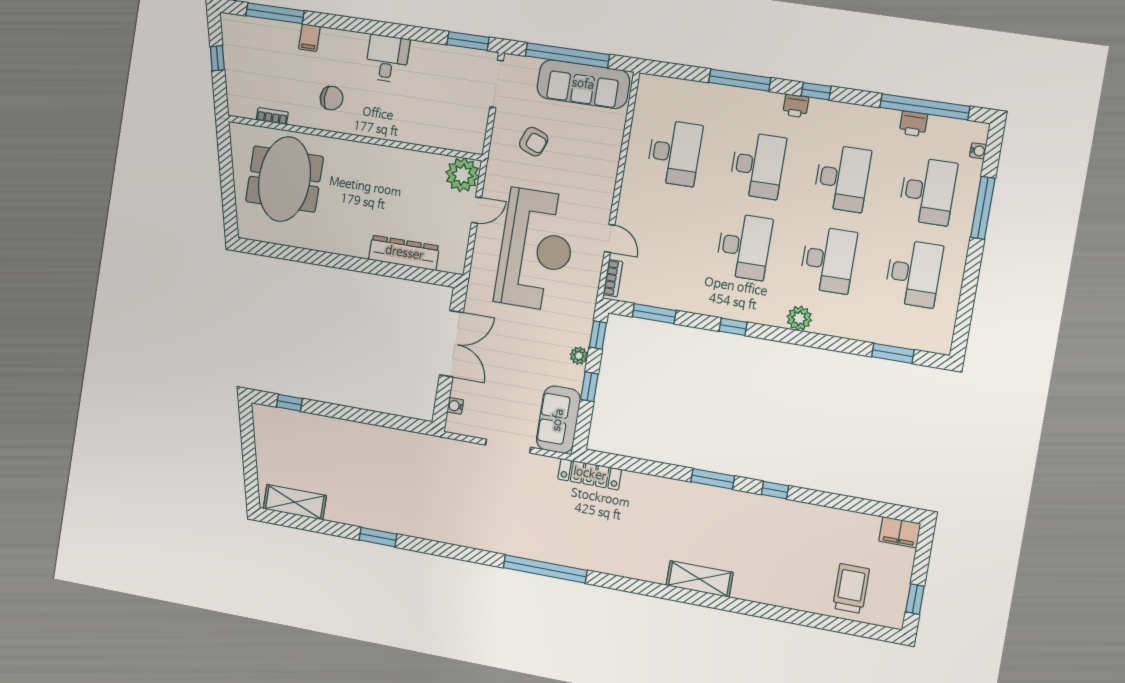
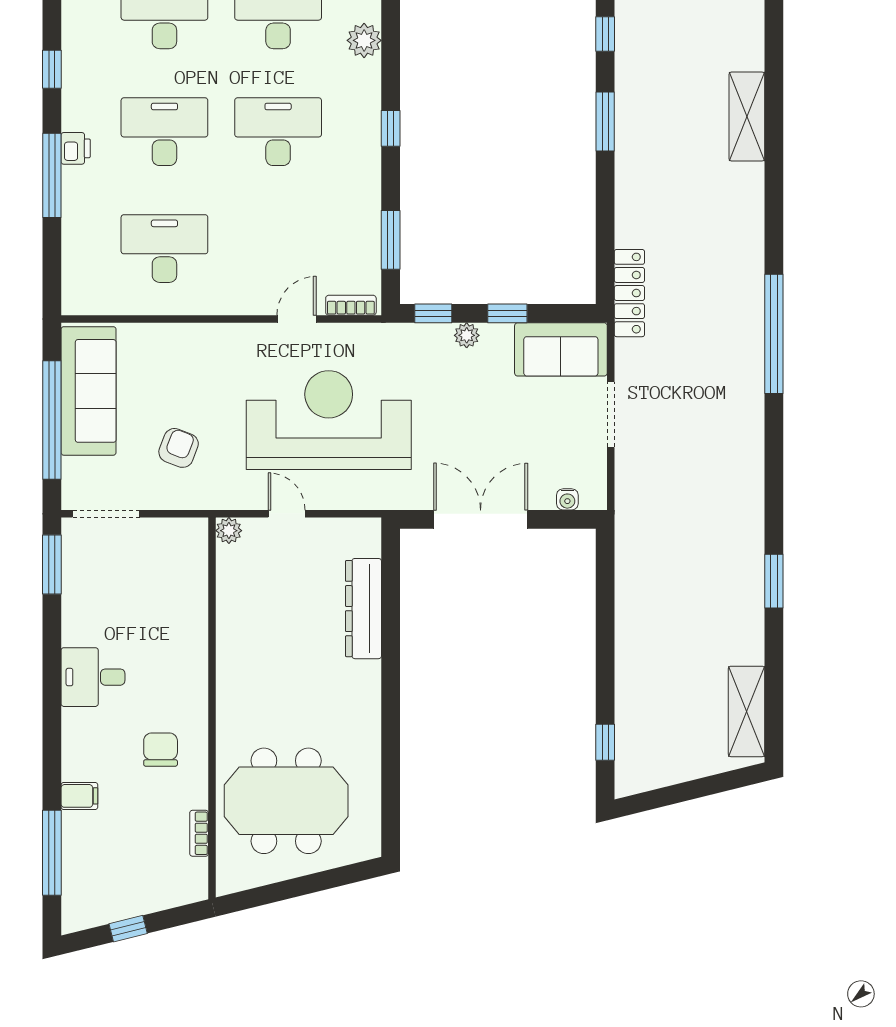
printer: (796, 106) -> (76, 148), moved
plant: (462, 175) -> (229, 531), width x0.53, depth x0.53

